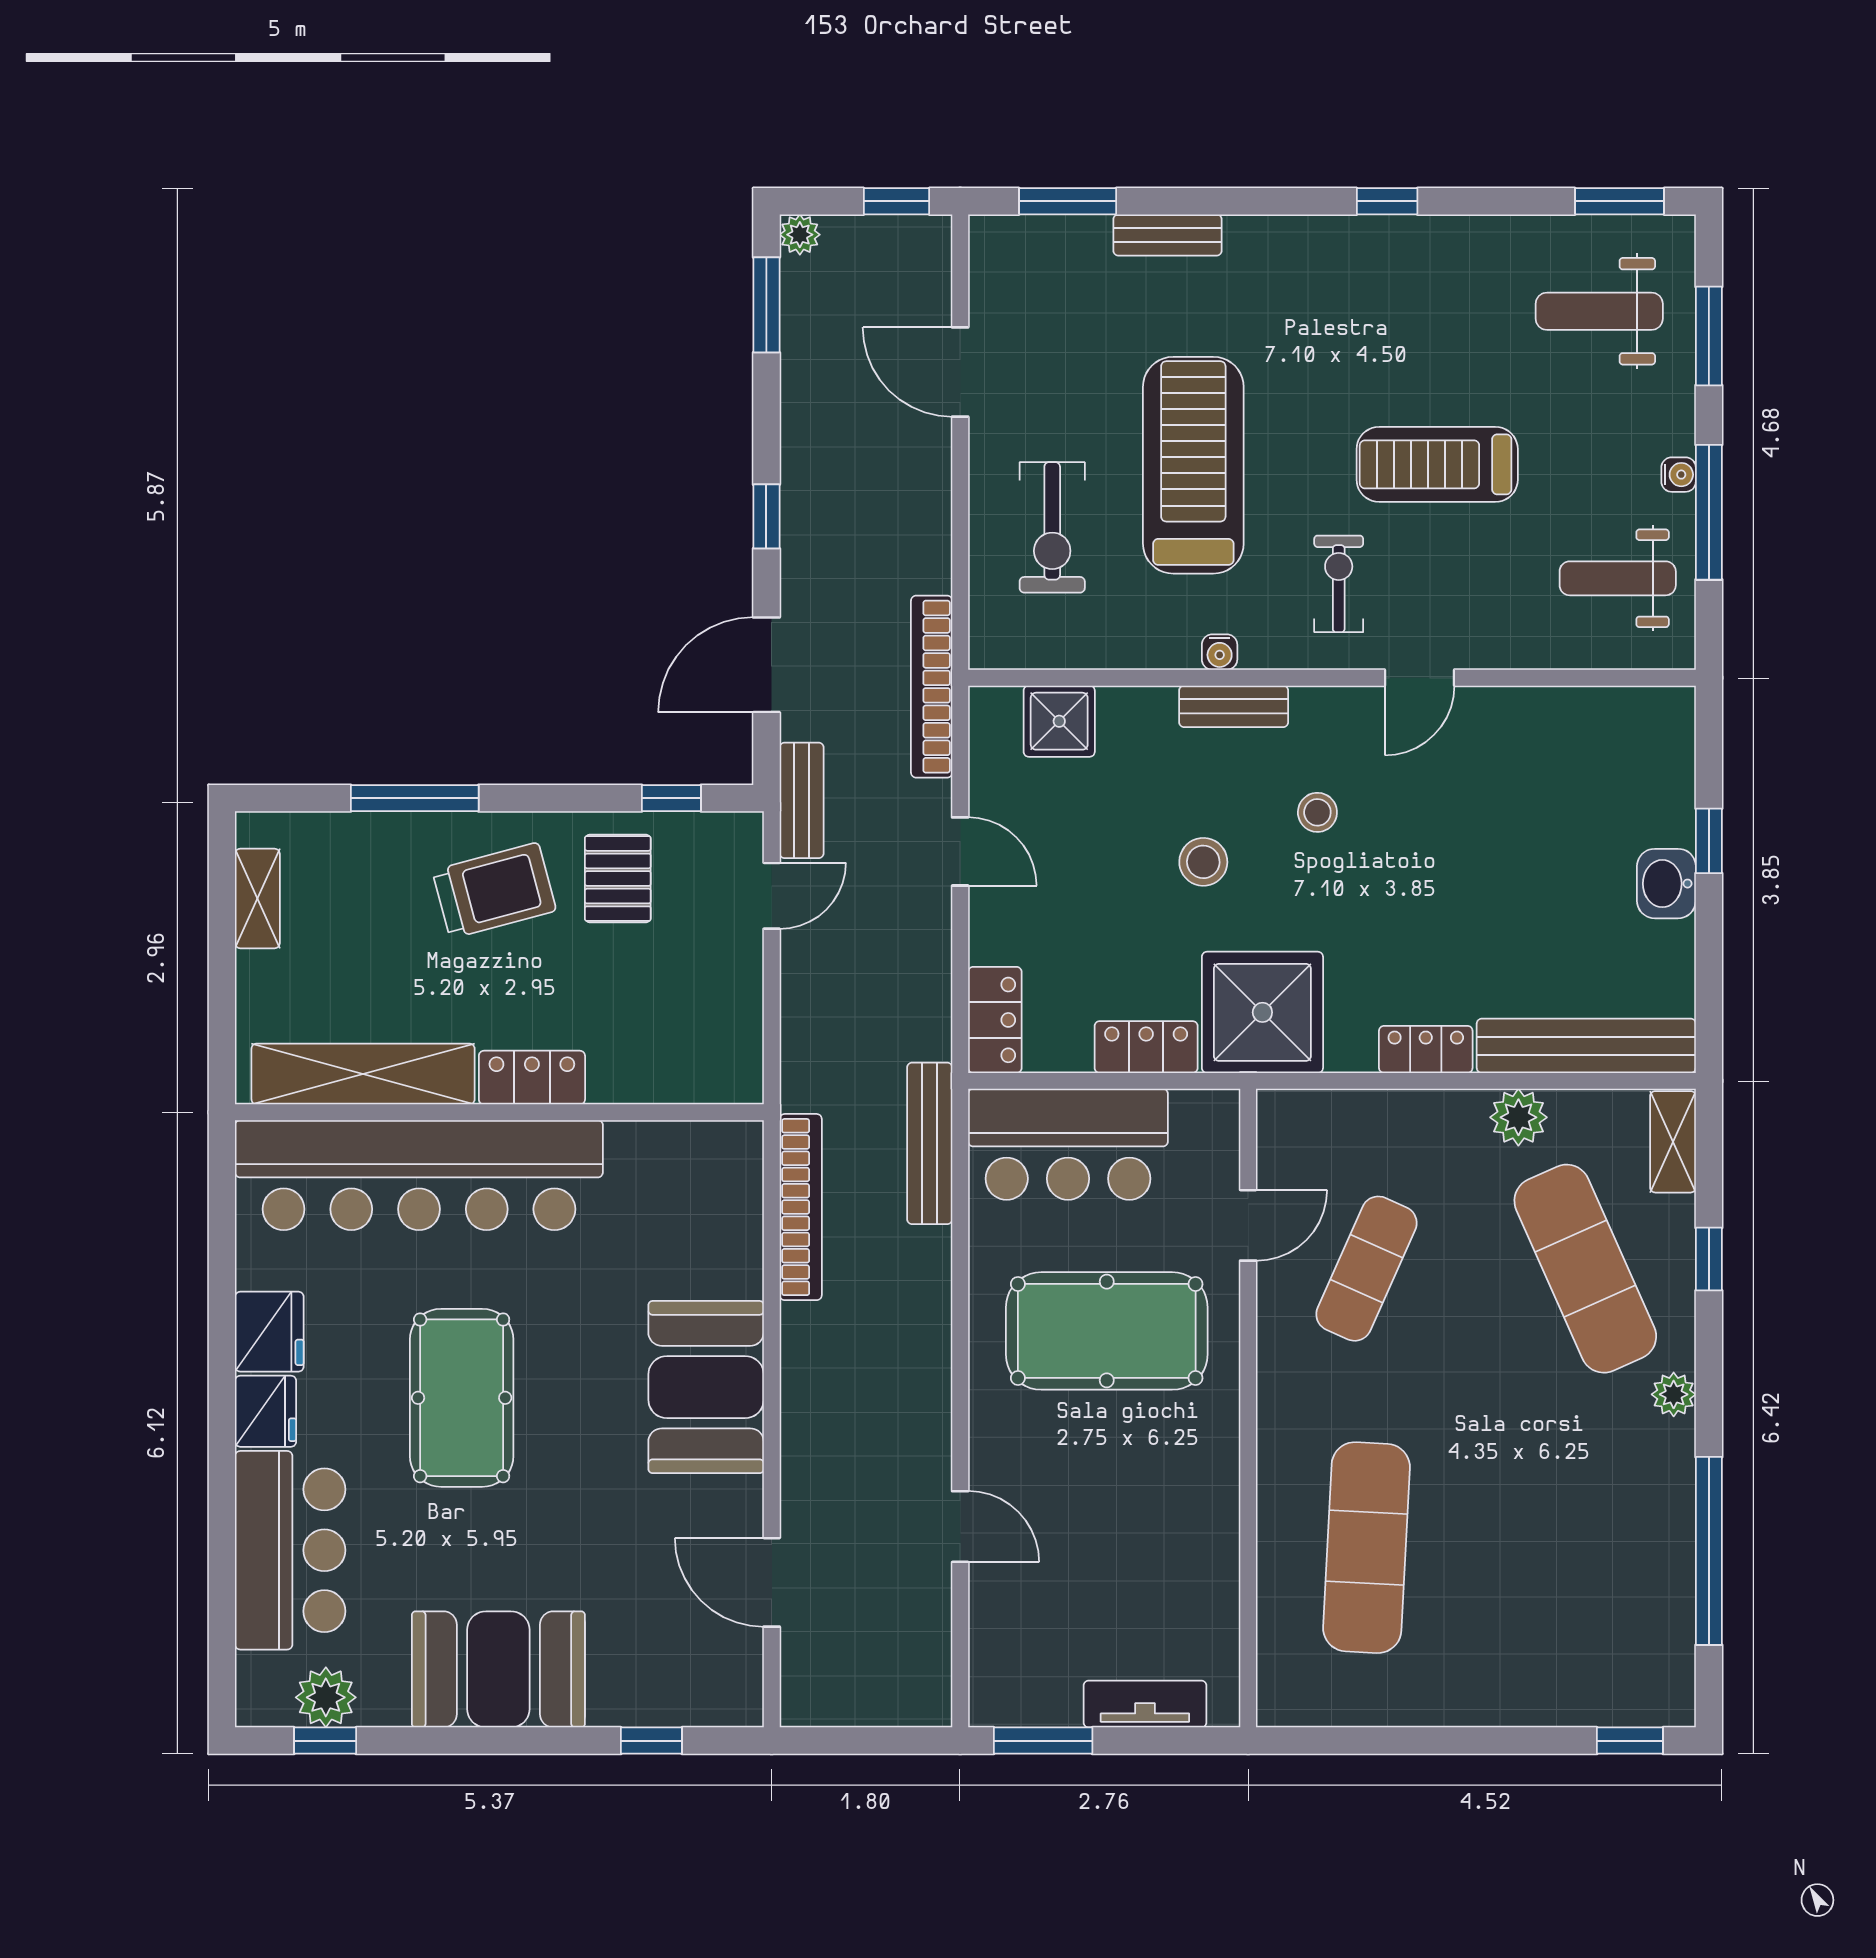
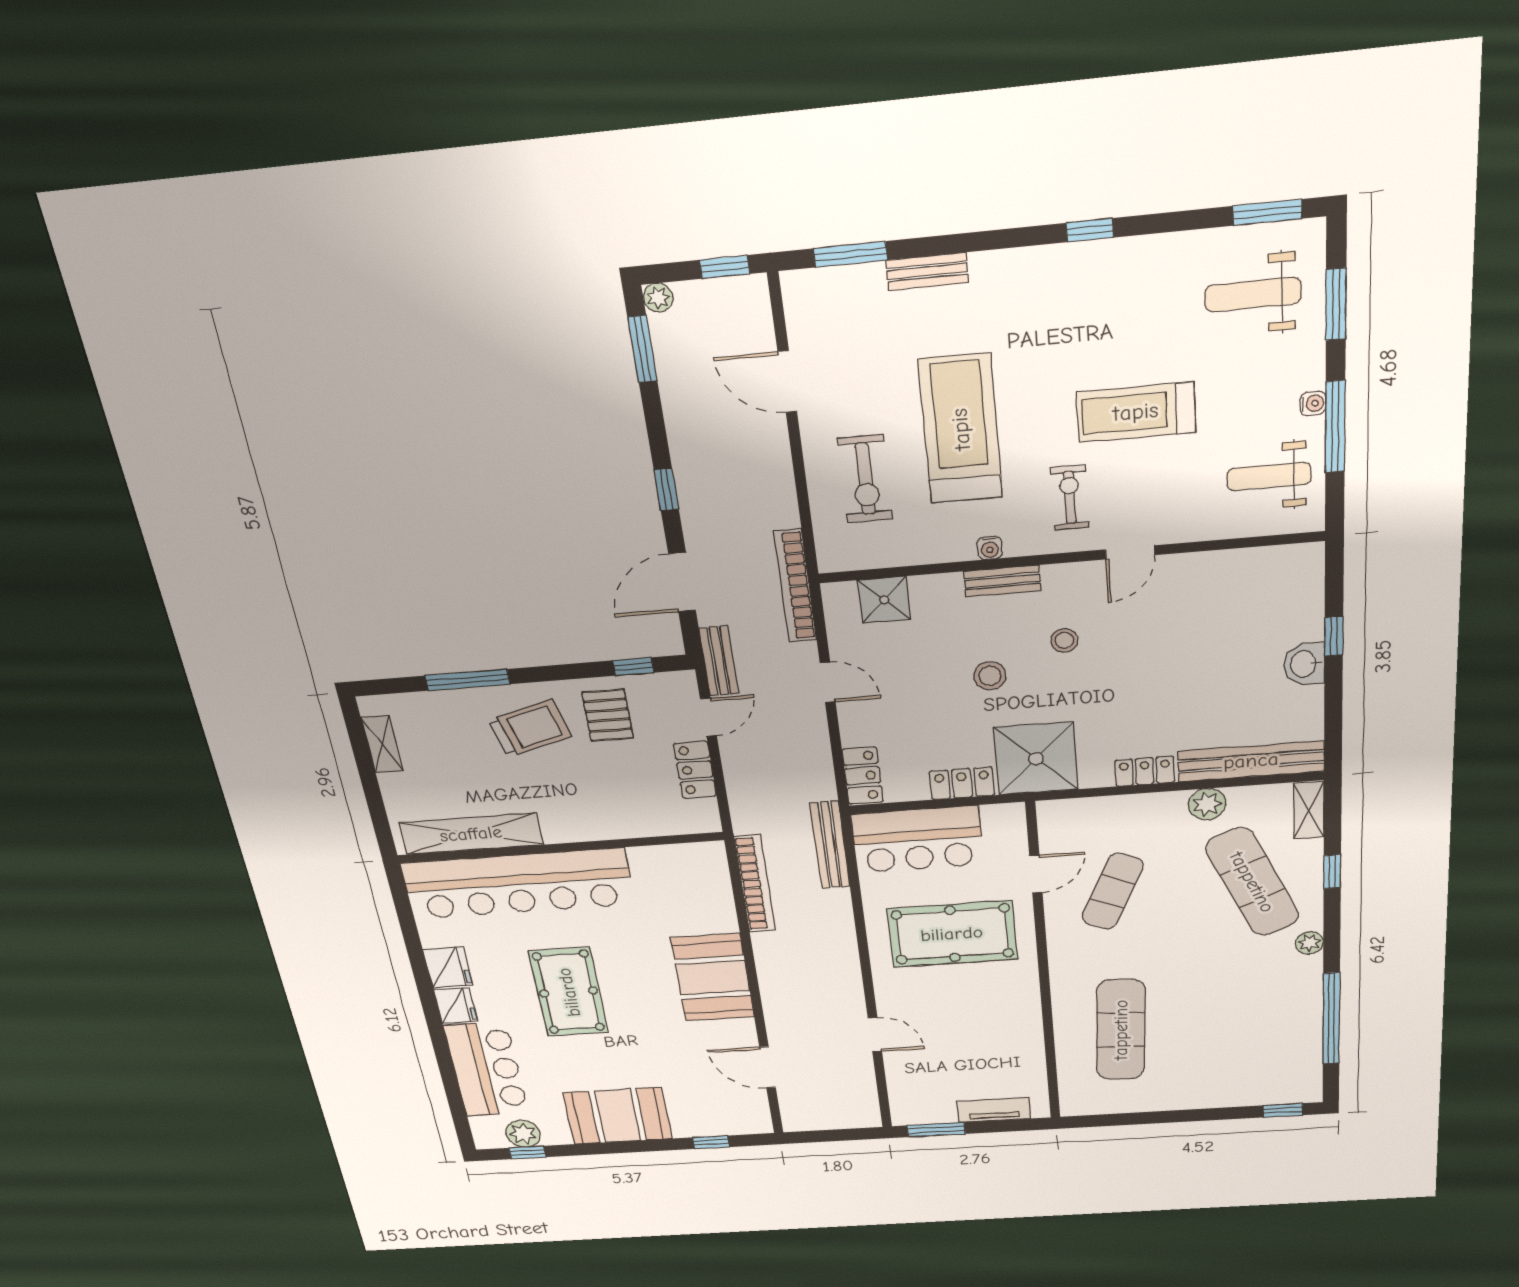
locker: (532, 1078) -> (695, 770), moved, turned -90

